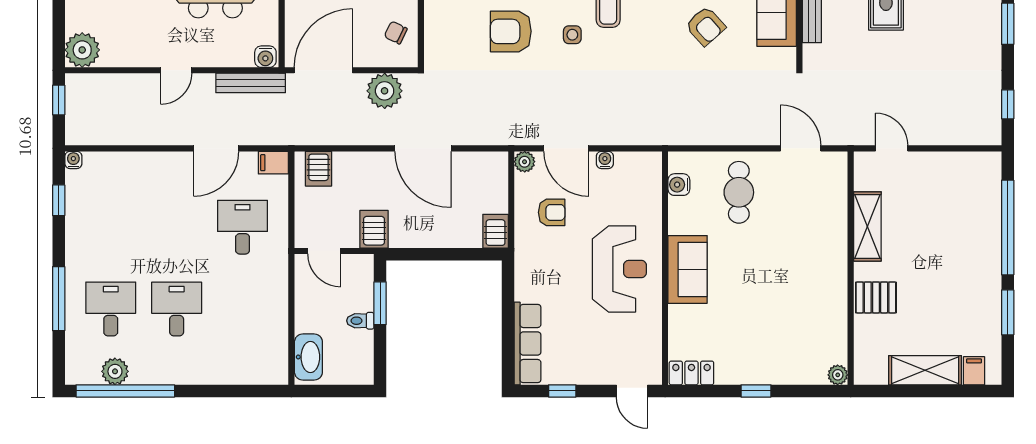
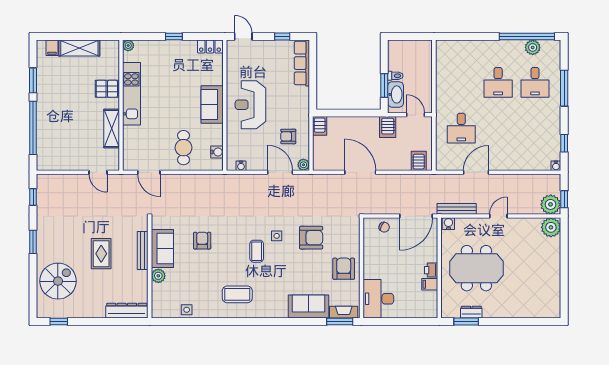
armchair: (705, 26) -> (202, 241), turned 42
chair: (396, 33) -> (384, 227), moved
plant: (385, 91) -> (551, 204), moved
water cooler: (605, 160) -> (241, 166), moved
filing cabinet: (273, 163) -> (444, 164), removed
kitchen unit: (832, 289) -> (131, 94), added
washbasin: (308, 357) -> (396, 94), moved, turned 180

